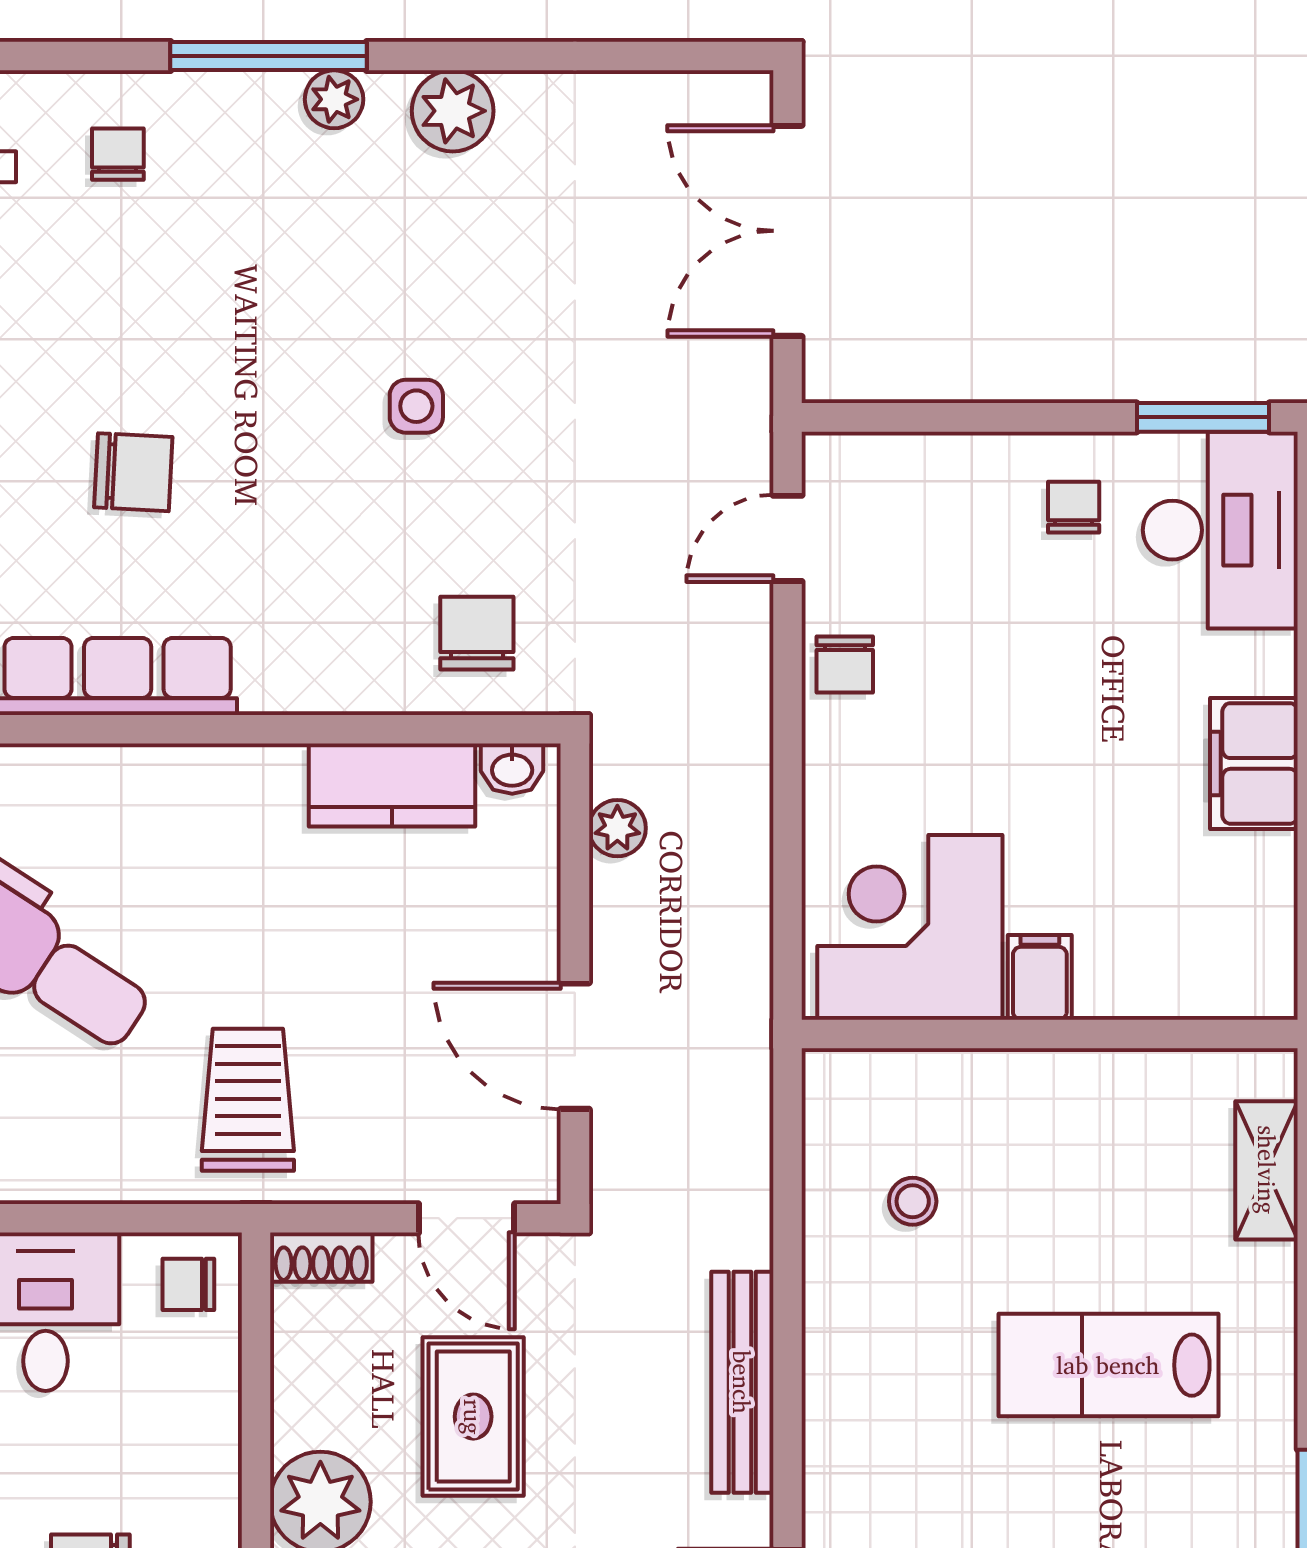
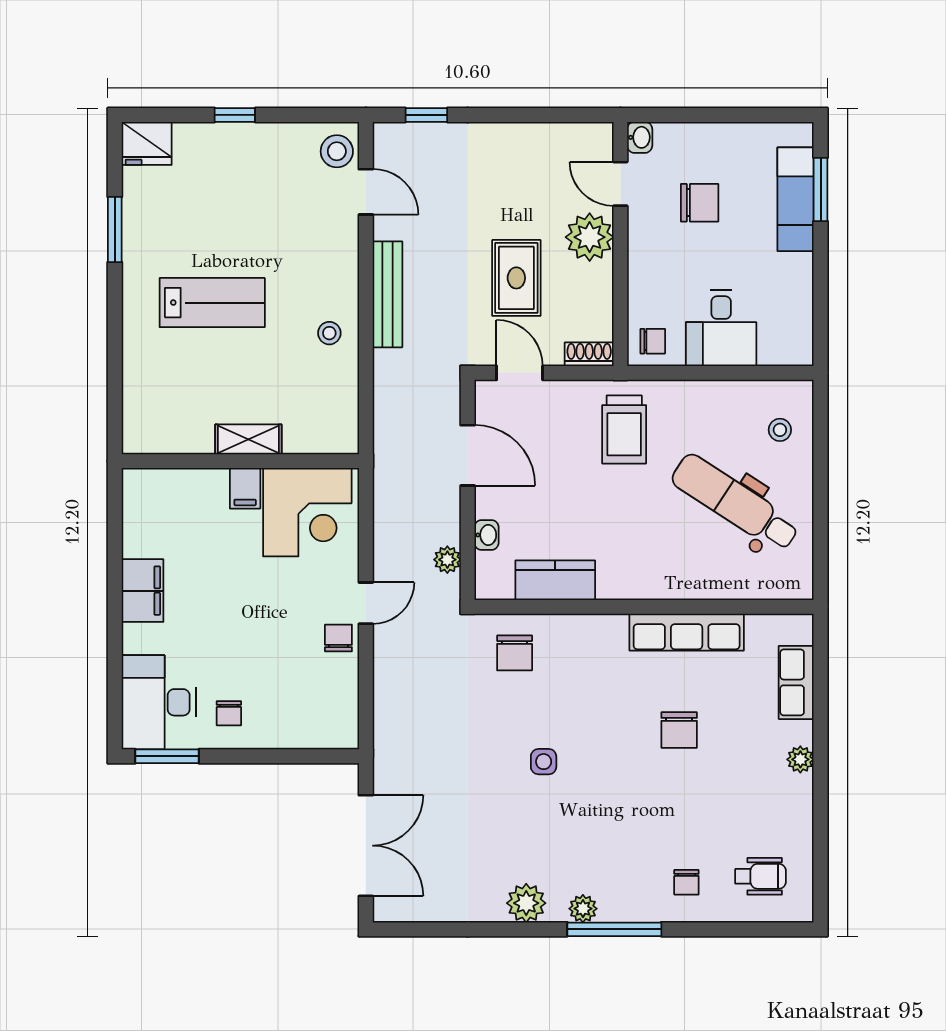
chair: (133, 472) -> (679, 730), turned -93
door: (787, 538) -> (366, 603), moved
washbasin: (512, 769) -> (487, 535), moved, turned 90
shelving: (1267, 1170) -> (248, 439), moved, turned 90
stool: (913, 1201) -> (329, 333), moved

